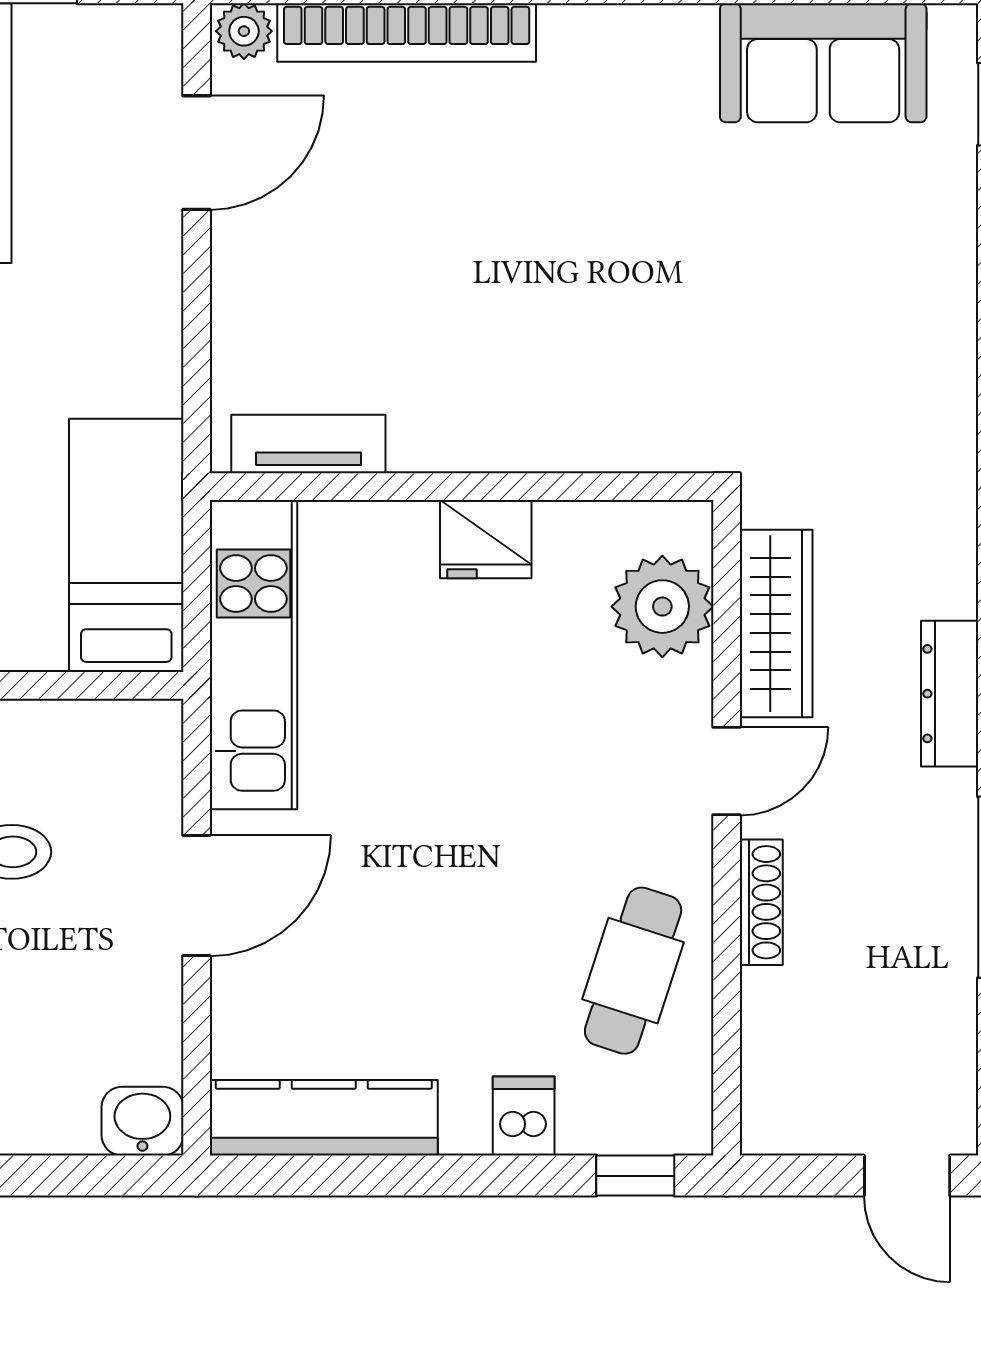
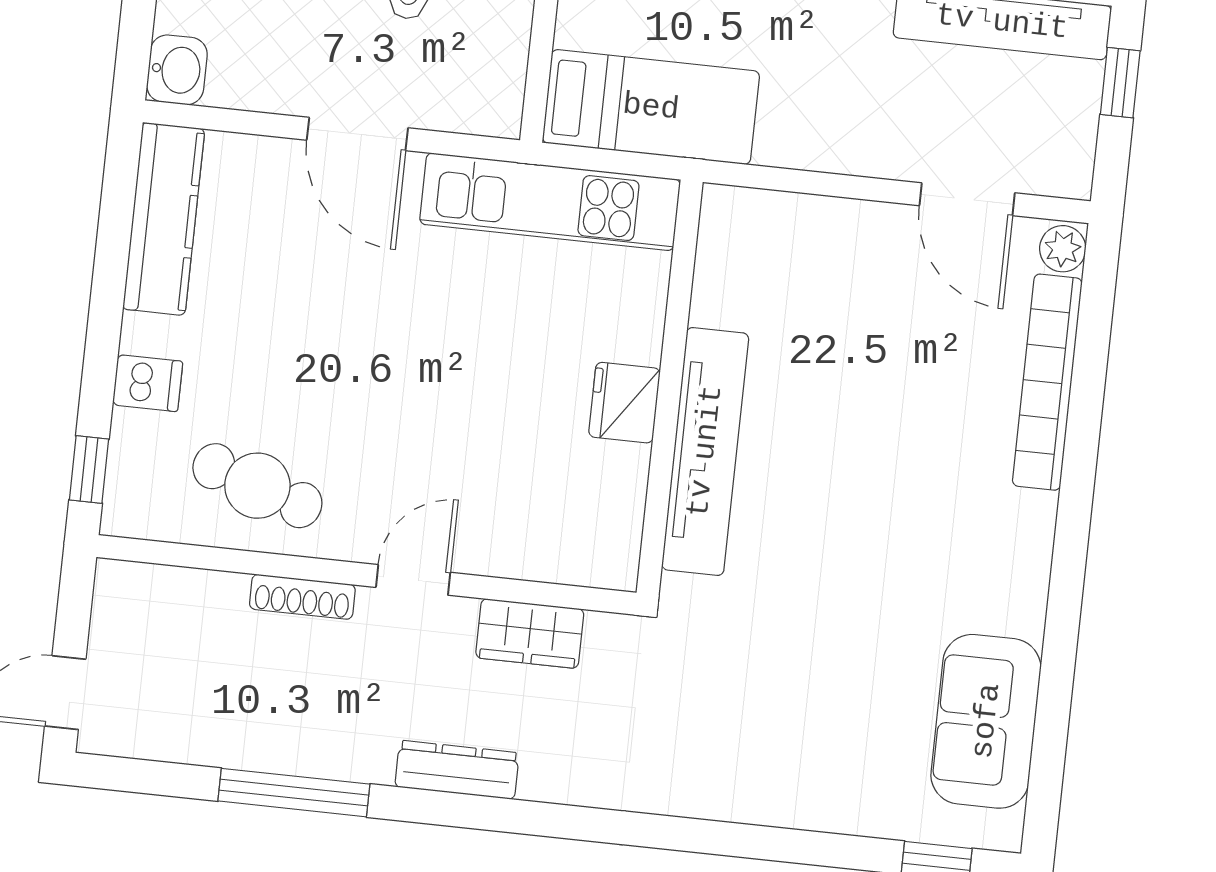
tv unit: (308, 444) -> (705, 451), moved, width x1.92, depth x1.29
plant: (662, 607) -> (554, 542), removed
wardrobe: (776, 624) -> (530, 633), width x0.67
door: (727, 771) -> (413, 580), swing flipped

